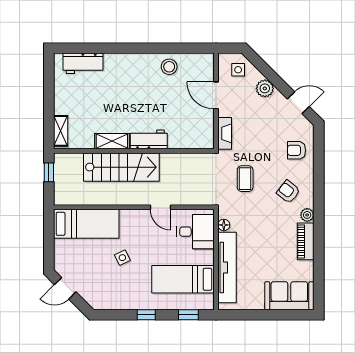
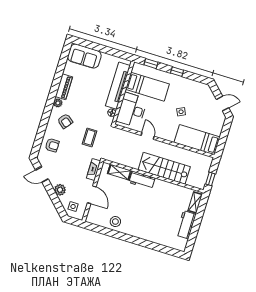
workbench: (83, 63) -> (186, 225), moved, turned -90
shelving: (112, 141) -> (119, 172), moved
desk: (195, 232) -> (132, 110), width x1.37

